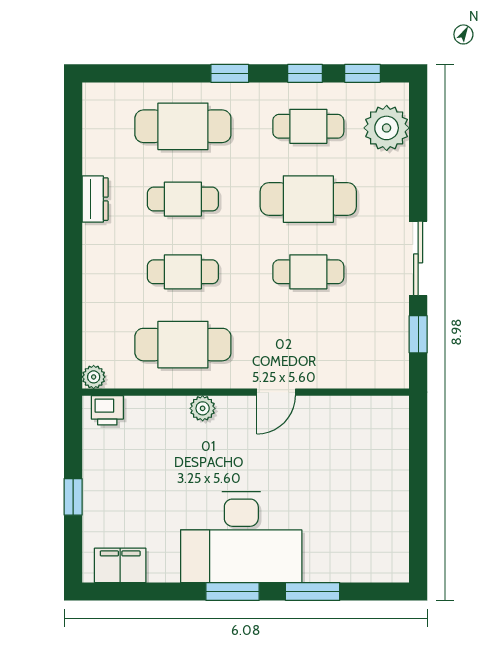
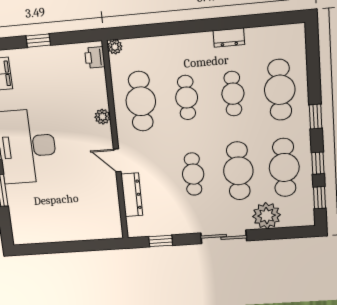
cafe table: (308, 126) -> (284, 168), width x1.37, depth x1.35
plant: (387, 128) -> (267, 216), moved
sliding door: (418, 258) -> (224, 237), moved
dresser: (336, 374) -> (132, 195), added

